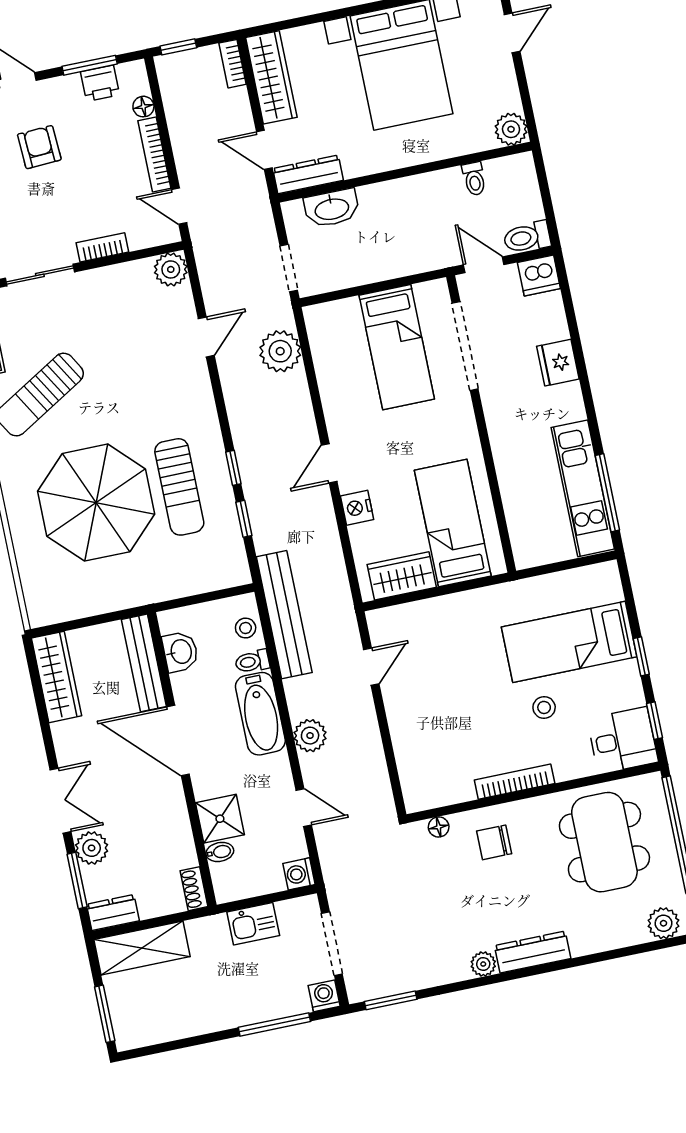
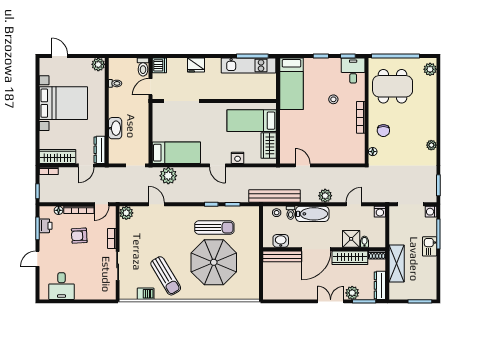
armchair: (39, 147) -> (79, 236), moved
washbasin: (332, 208) -> (115, 128), moved
bed: (397, 347) -> (176, 153), moved
bed: (569, 642) -> (291, 84), moved
wardrobe: (57, 677) -> (350, 258), moved, turned 180
dresser: (113, 912) -> (380, 285), width x1.44
kitchen sink: (253, 924) -> (430, 246), moved, turned 180
shelving: (142, 948) -> (397, 263), moved
dresser: (533, 952) -> (431, 124), removed

